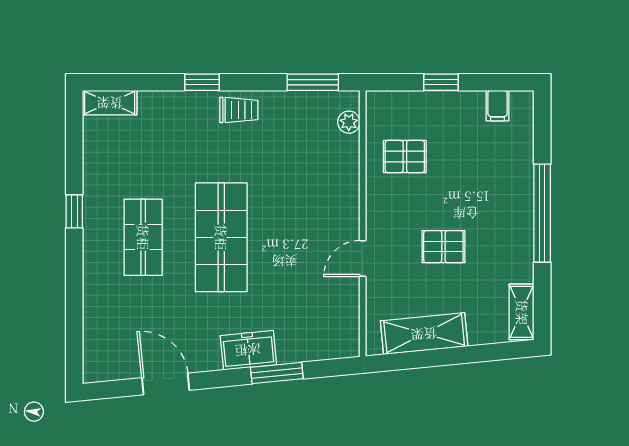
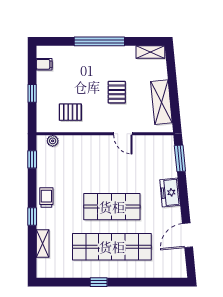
window: (313, 82) -> (32, 159), width x0.67
shelving: (110, 103) -> (43, 243), moved
pallet: (405, 157) -> (70, 112), turned 90
shop shelf: (143, 237) -> (112, 247), width x2.00, depth x1.36
window: (277, 373) -> (180, 158), moved

